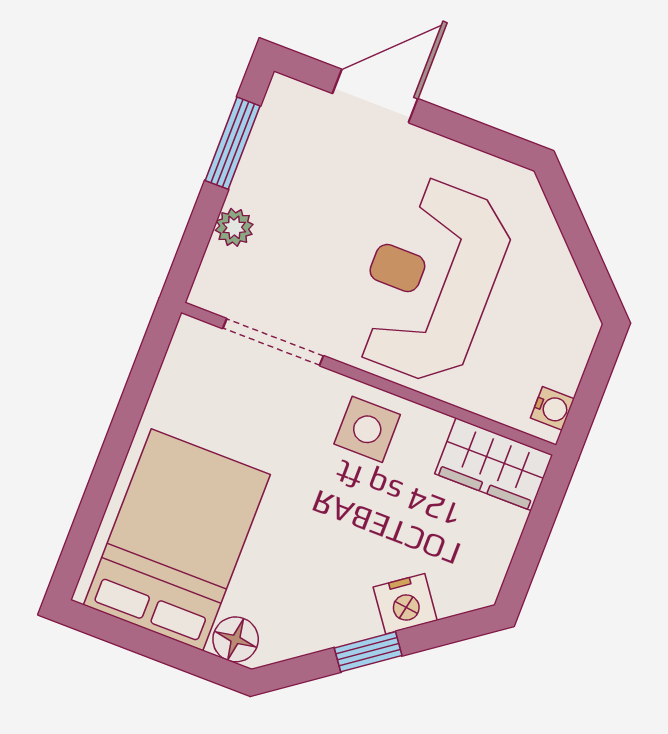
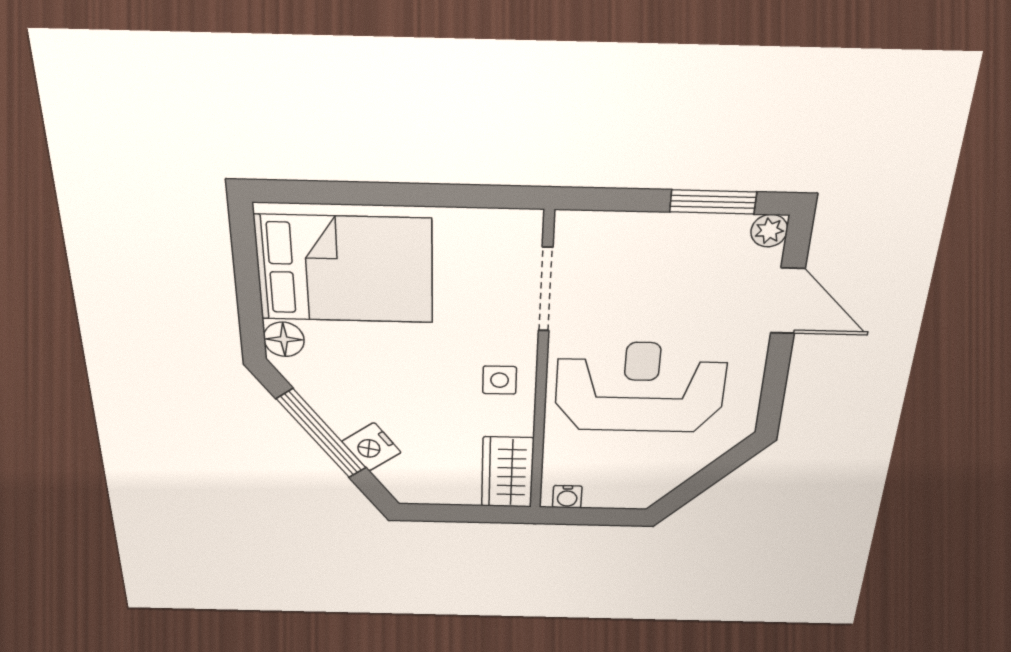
plant: (234, 227) -> (769, 231), moved
side table: (367, 429) -> (500, 380), width x0.73, depth x0.73
window: (368, 652) -> (322, 434), width x2.17

